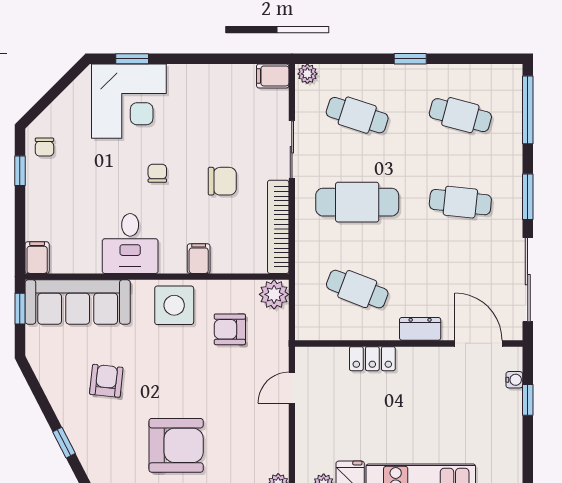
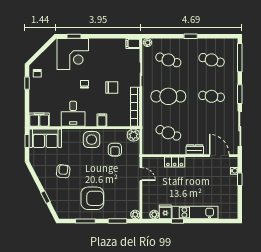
filing cabinet: (37, 258) -> (39, 120), width x2.00
sofa: (78, 302) -> (45, 138), width x0.73
armchair: (230, 329) -> (115, 150), turned -90
door: (292, 388) -> (141, 174), swing flipped

